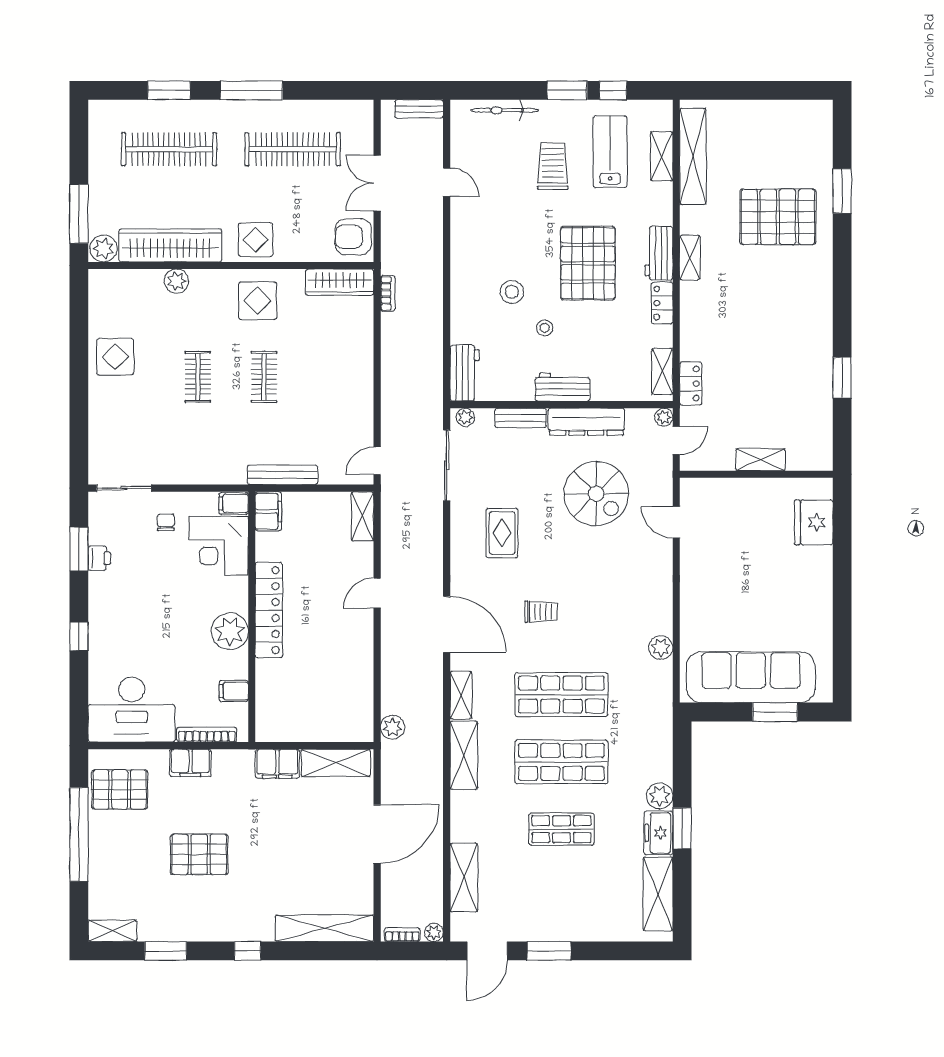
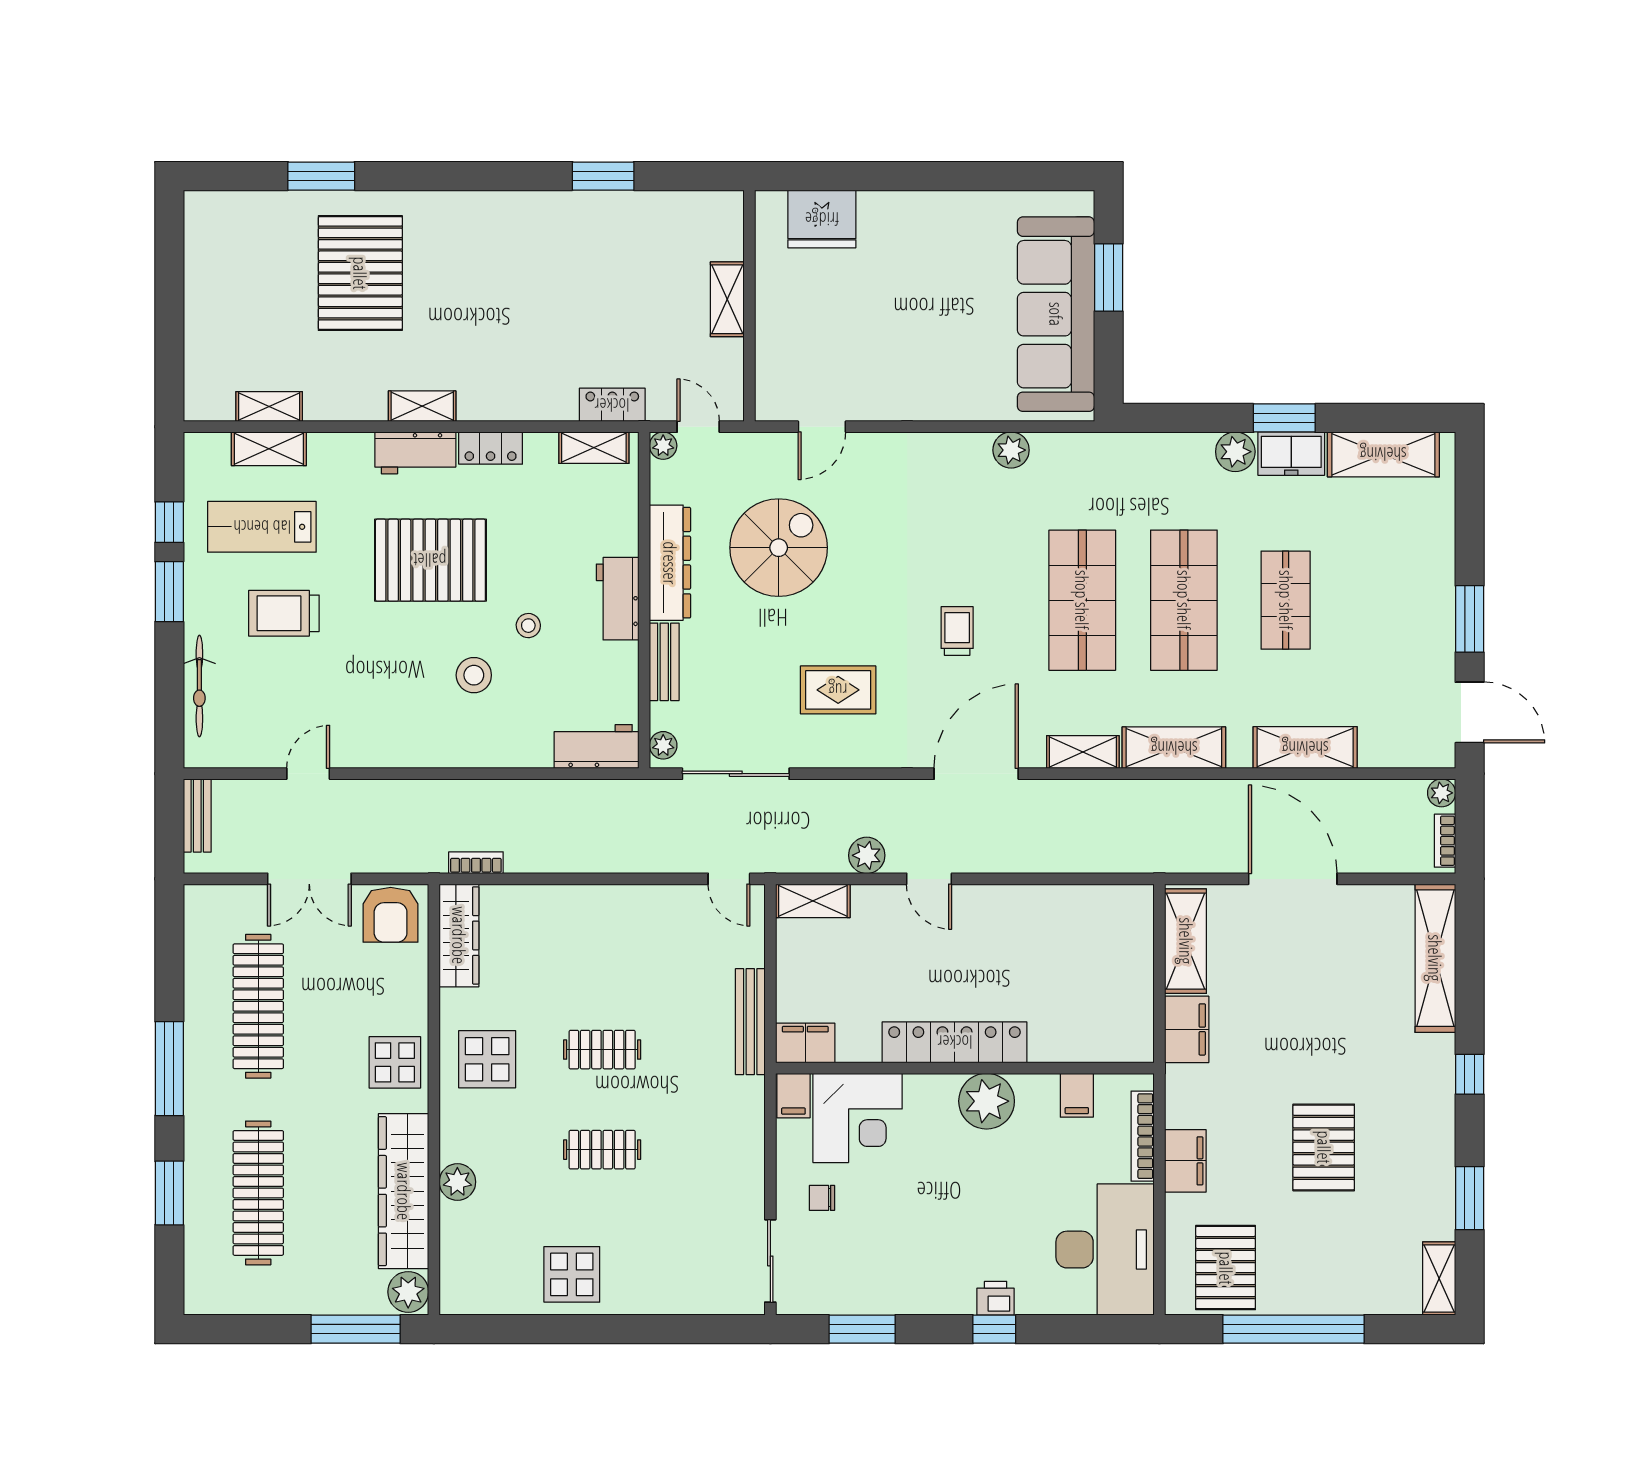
shelving: (693, 156) -> (269, 407), width x0.45, depth x0.75
printer: (99, 558) -> (996, 1298), moved
plant: (393, 727) -> (867, 855), moved
shelving: (464, 878) -> (1305, 748), moved

